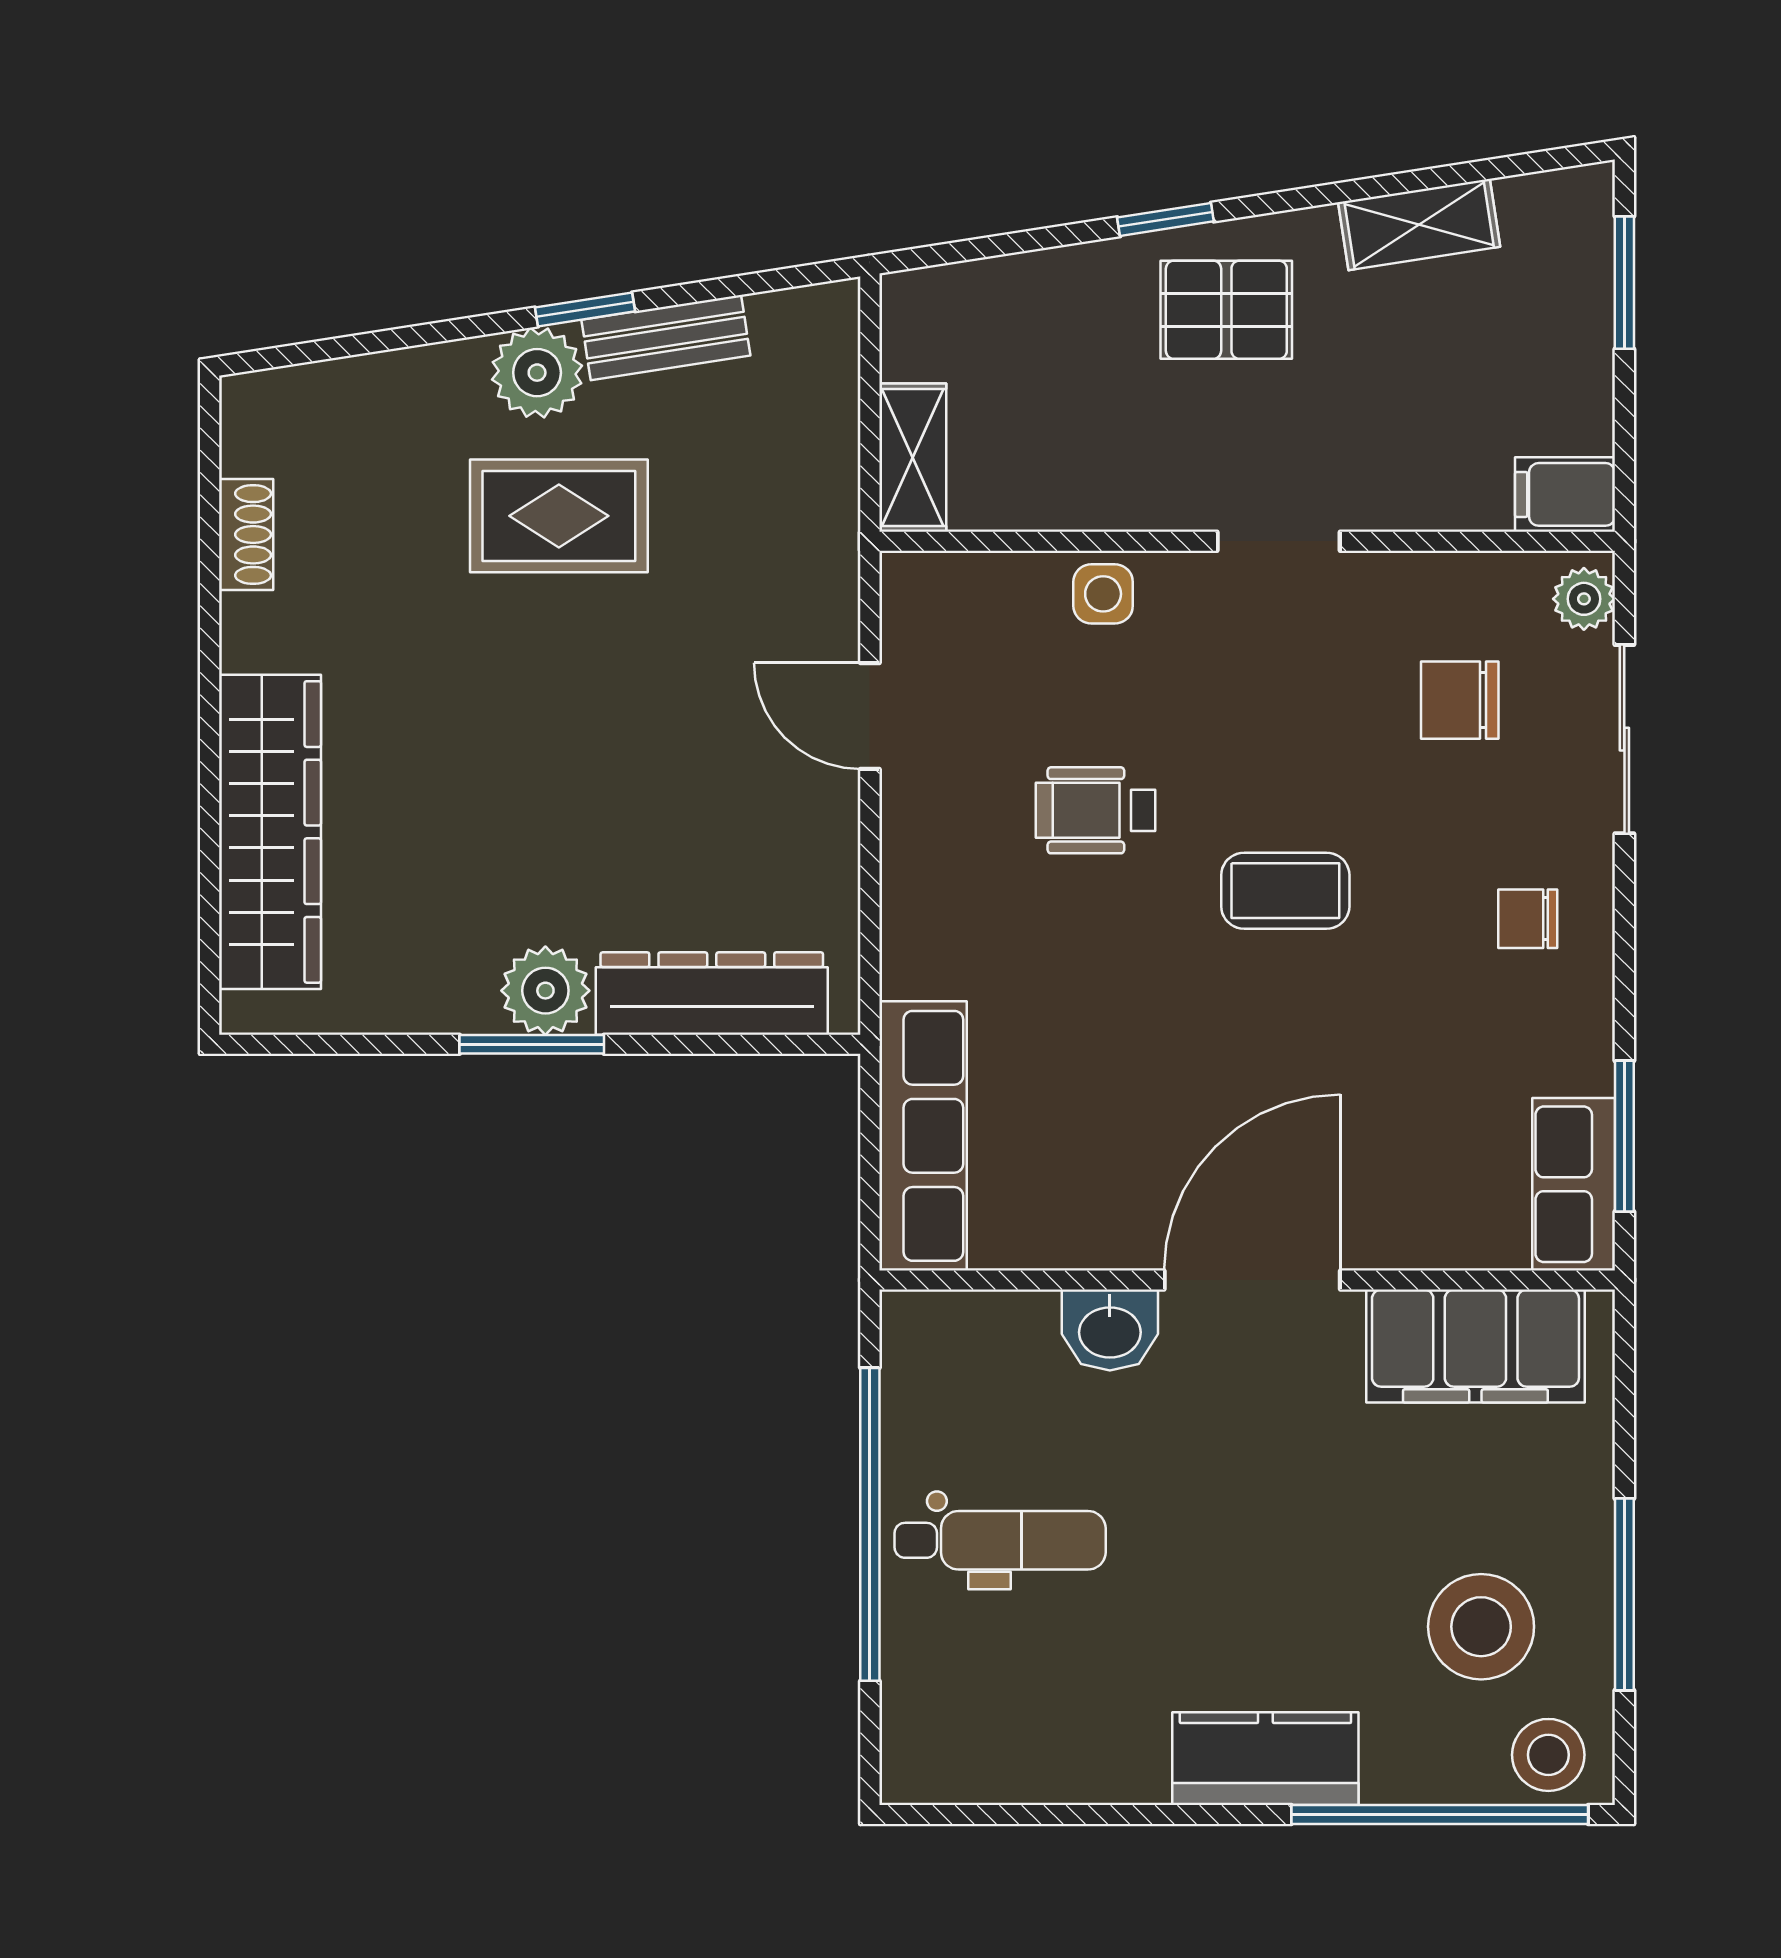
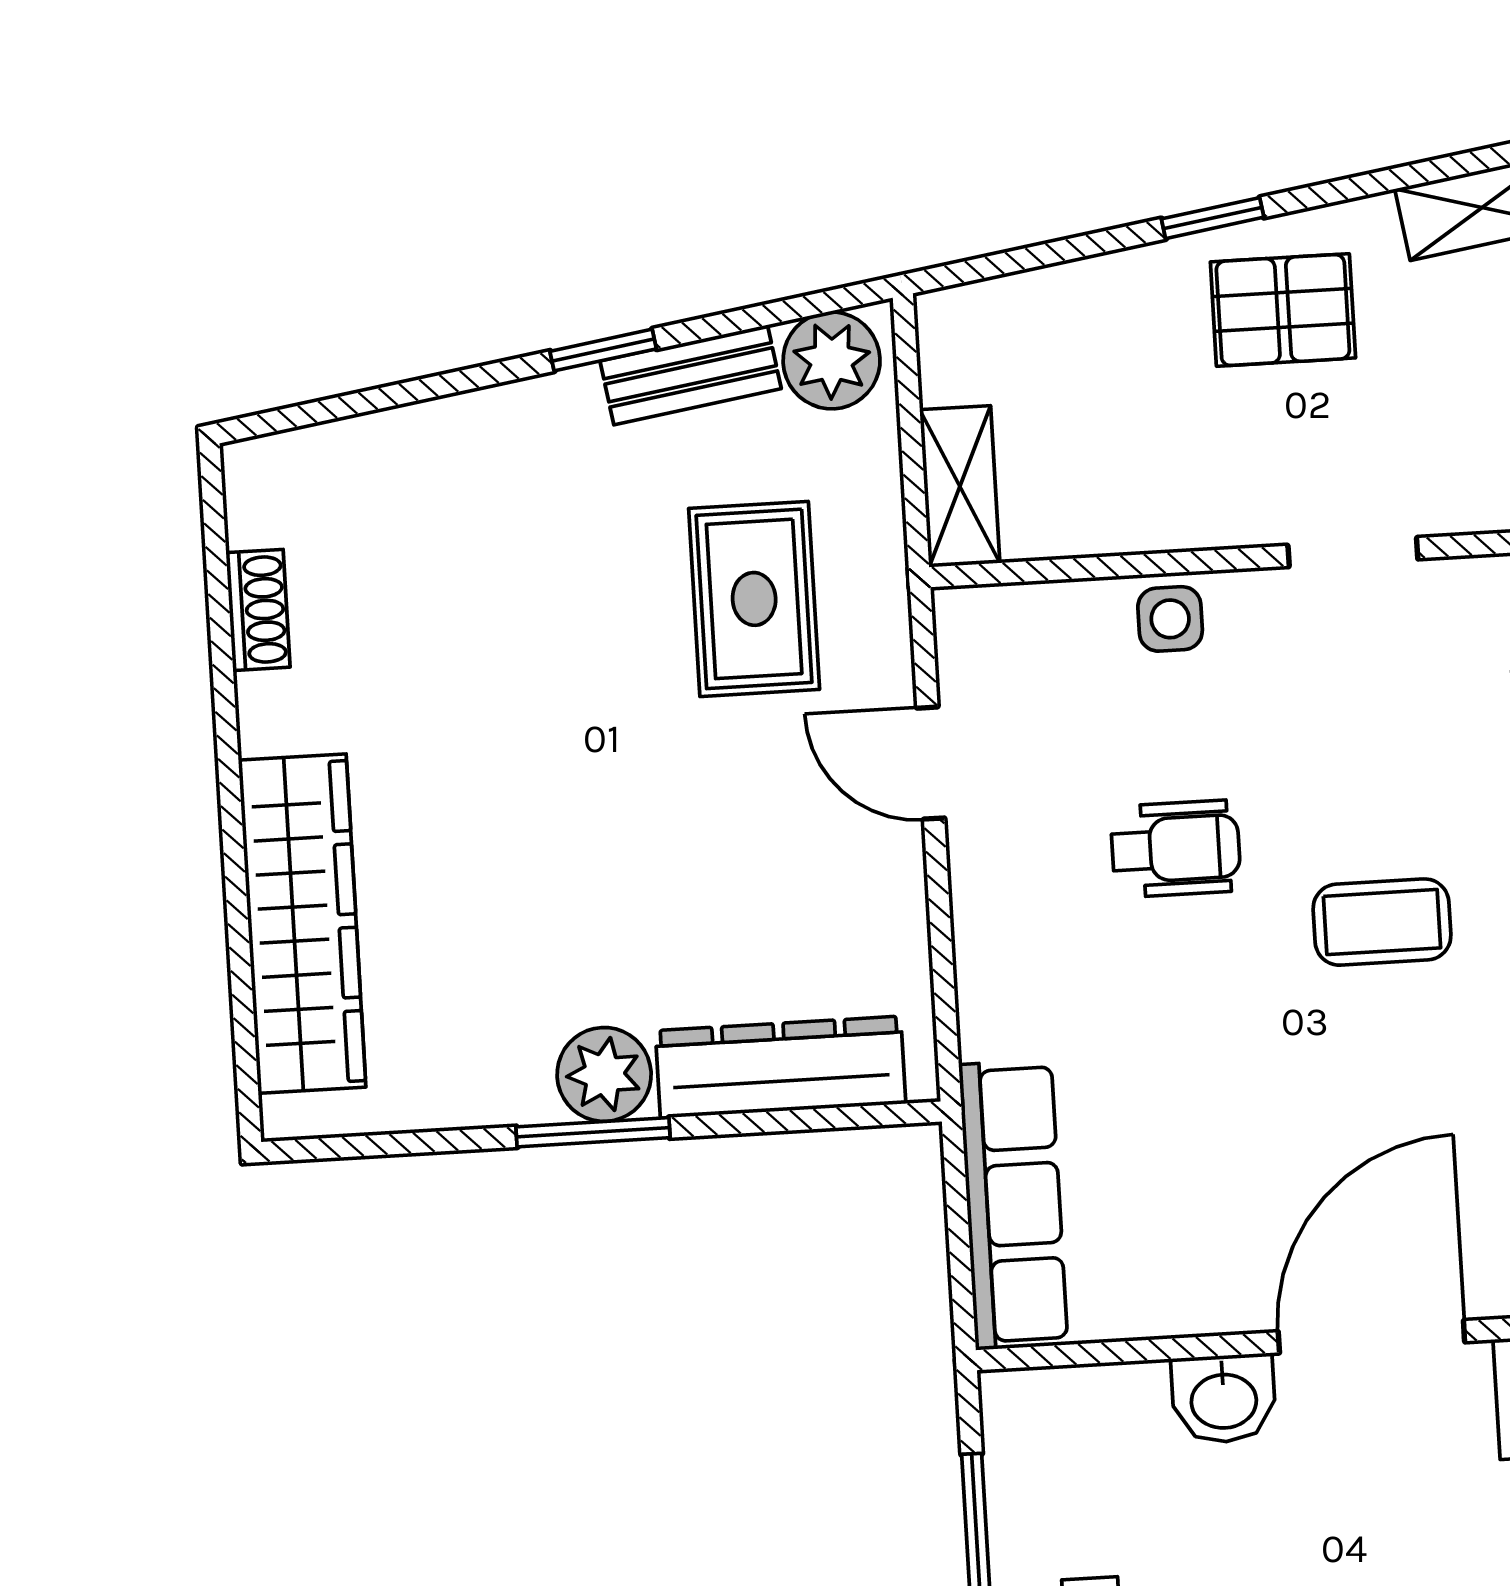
plant: (537, 373) -> (832, 360), moved
rug: (559, 516) -> (754, 599), moved, turned 90
wheelchair: (1095, 810) -> (1176, 849), turned 180

